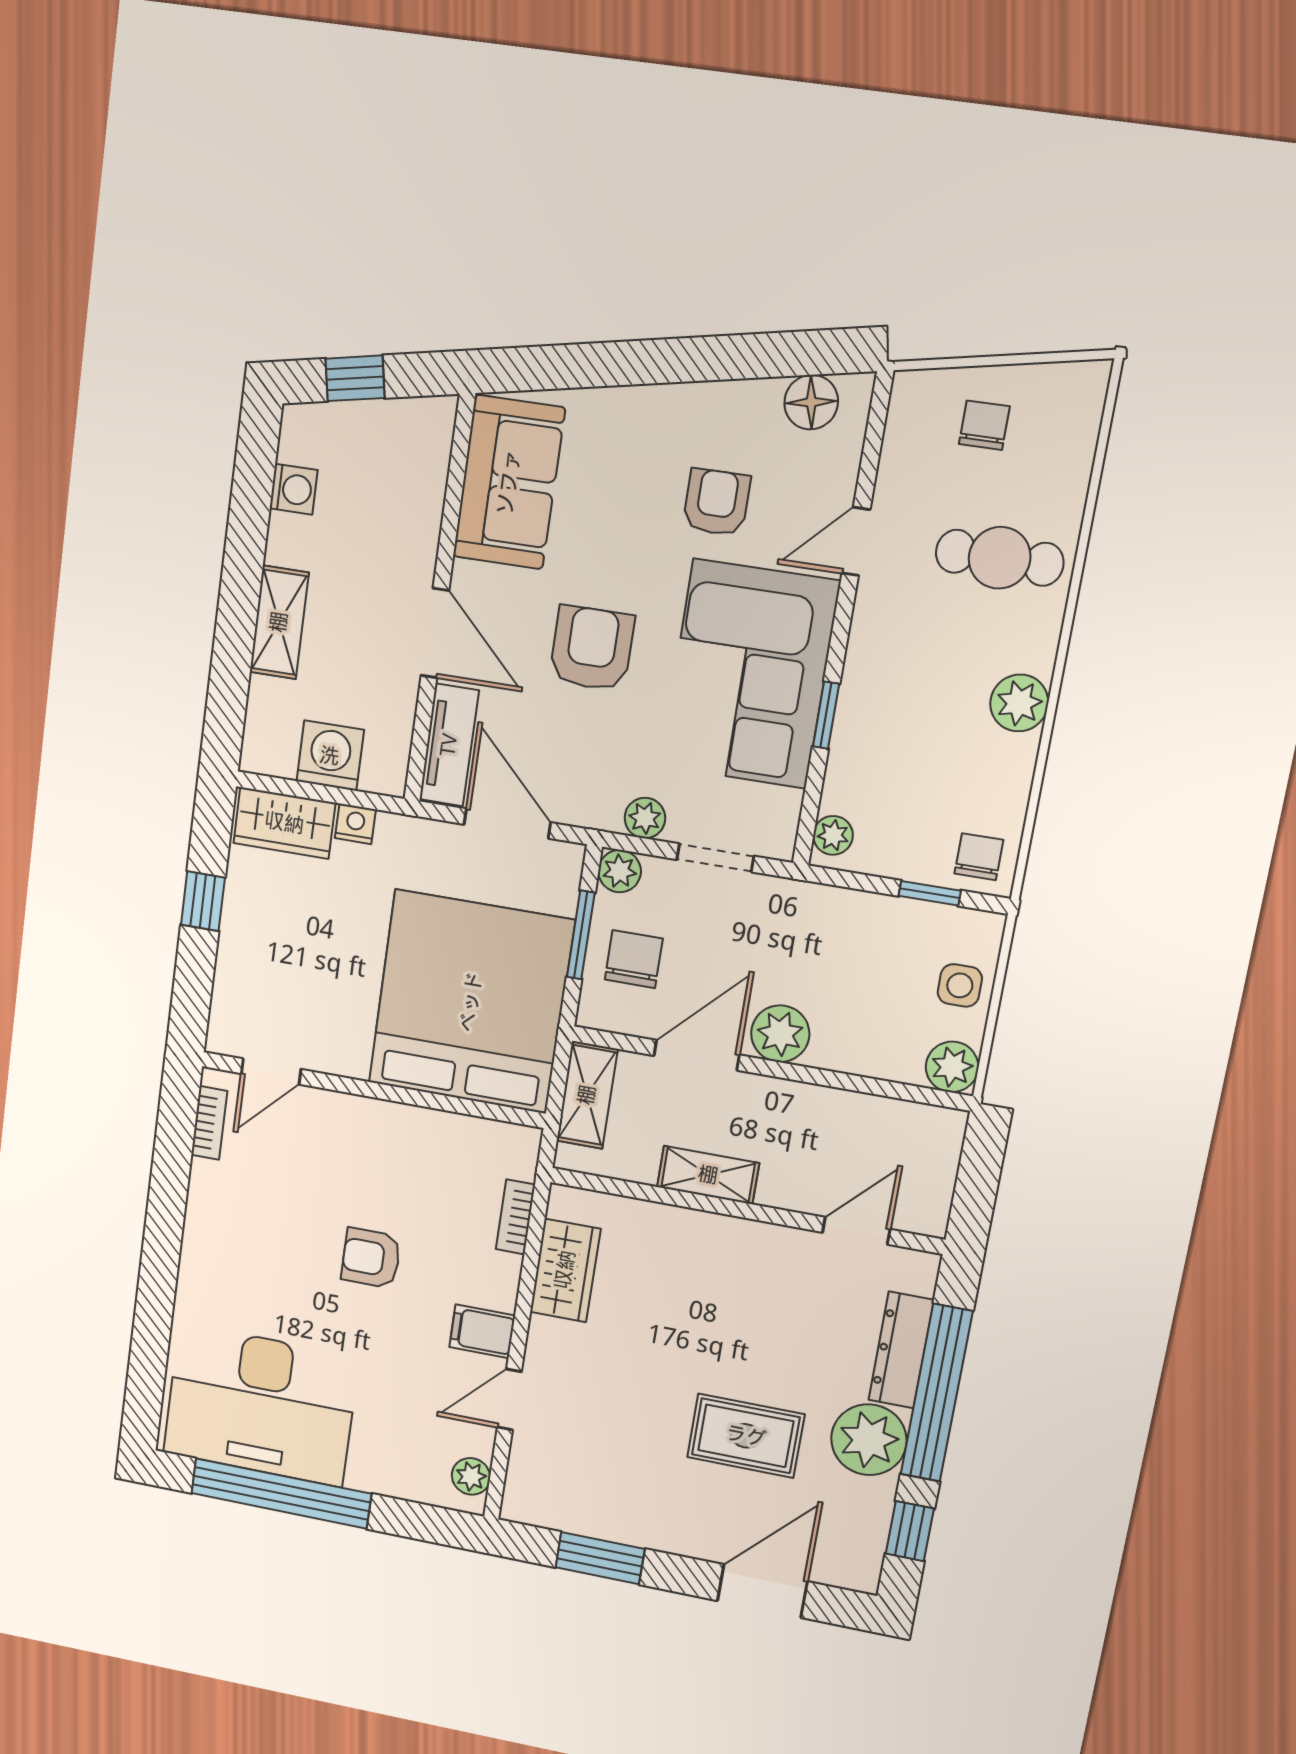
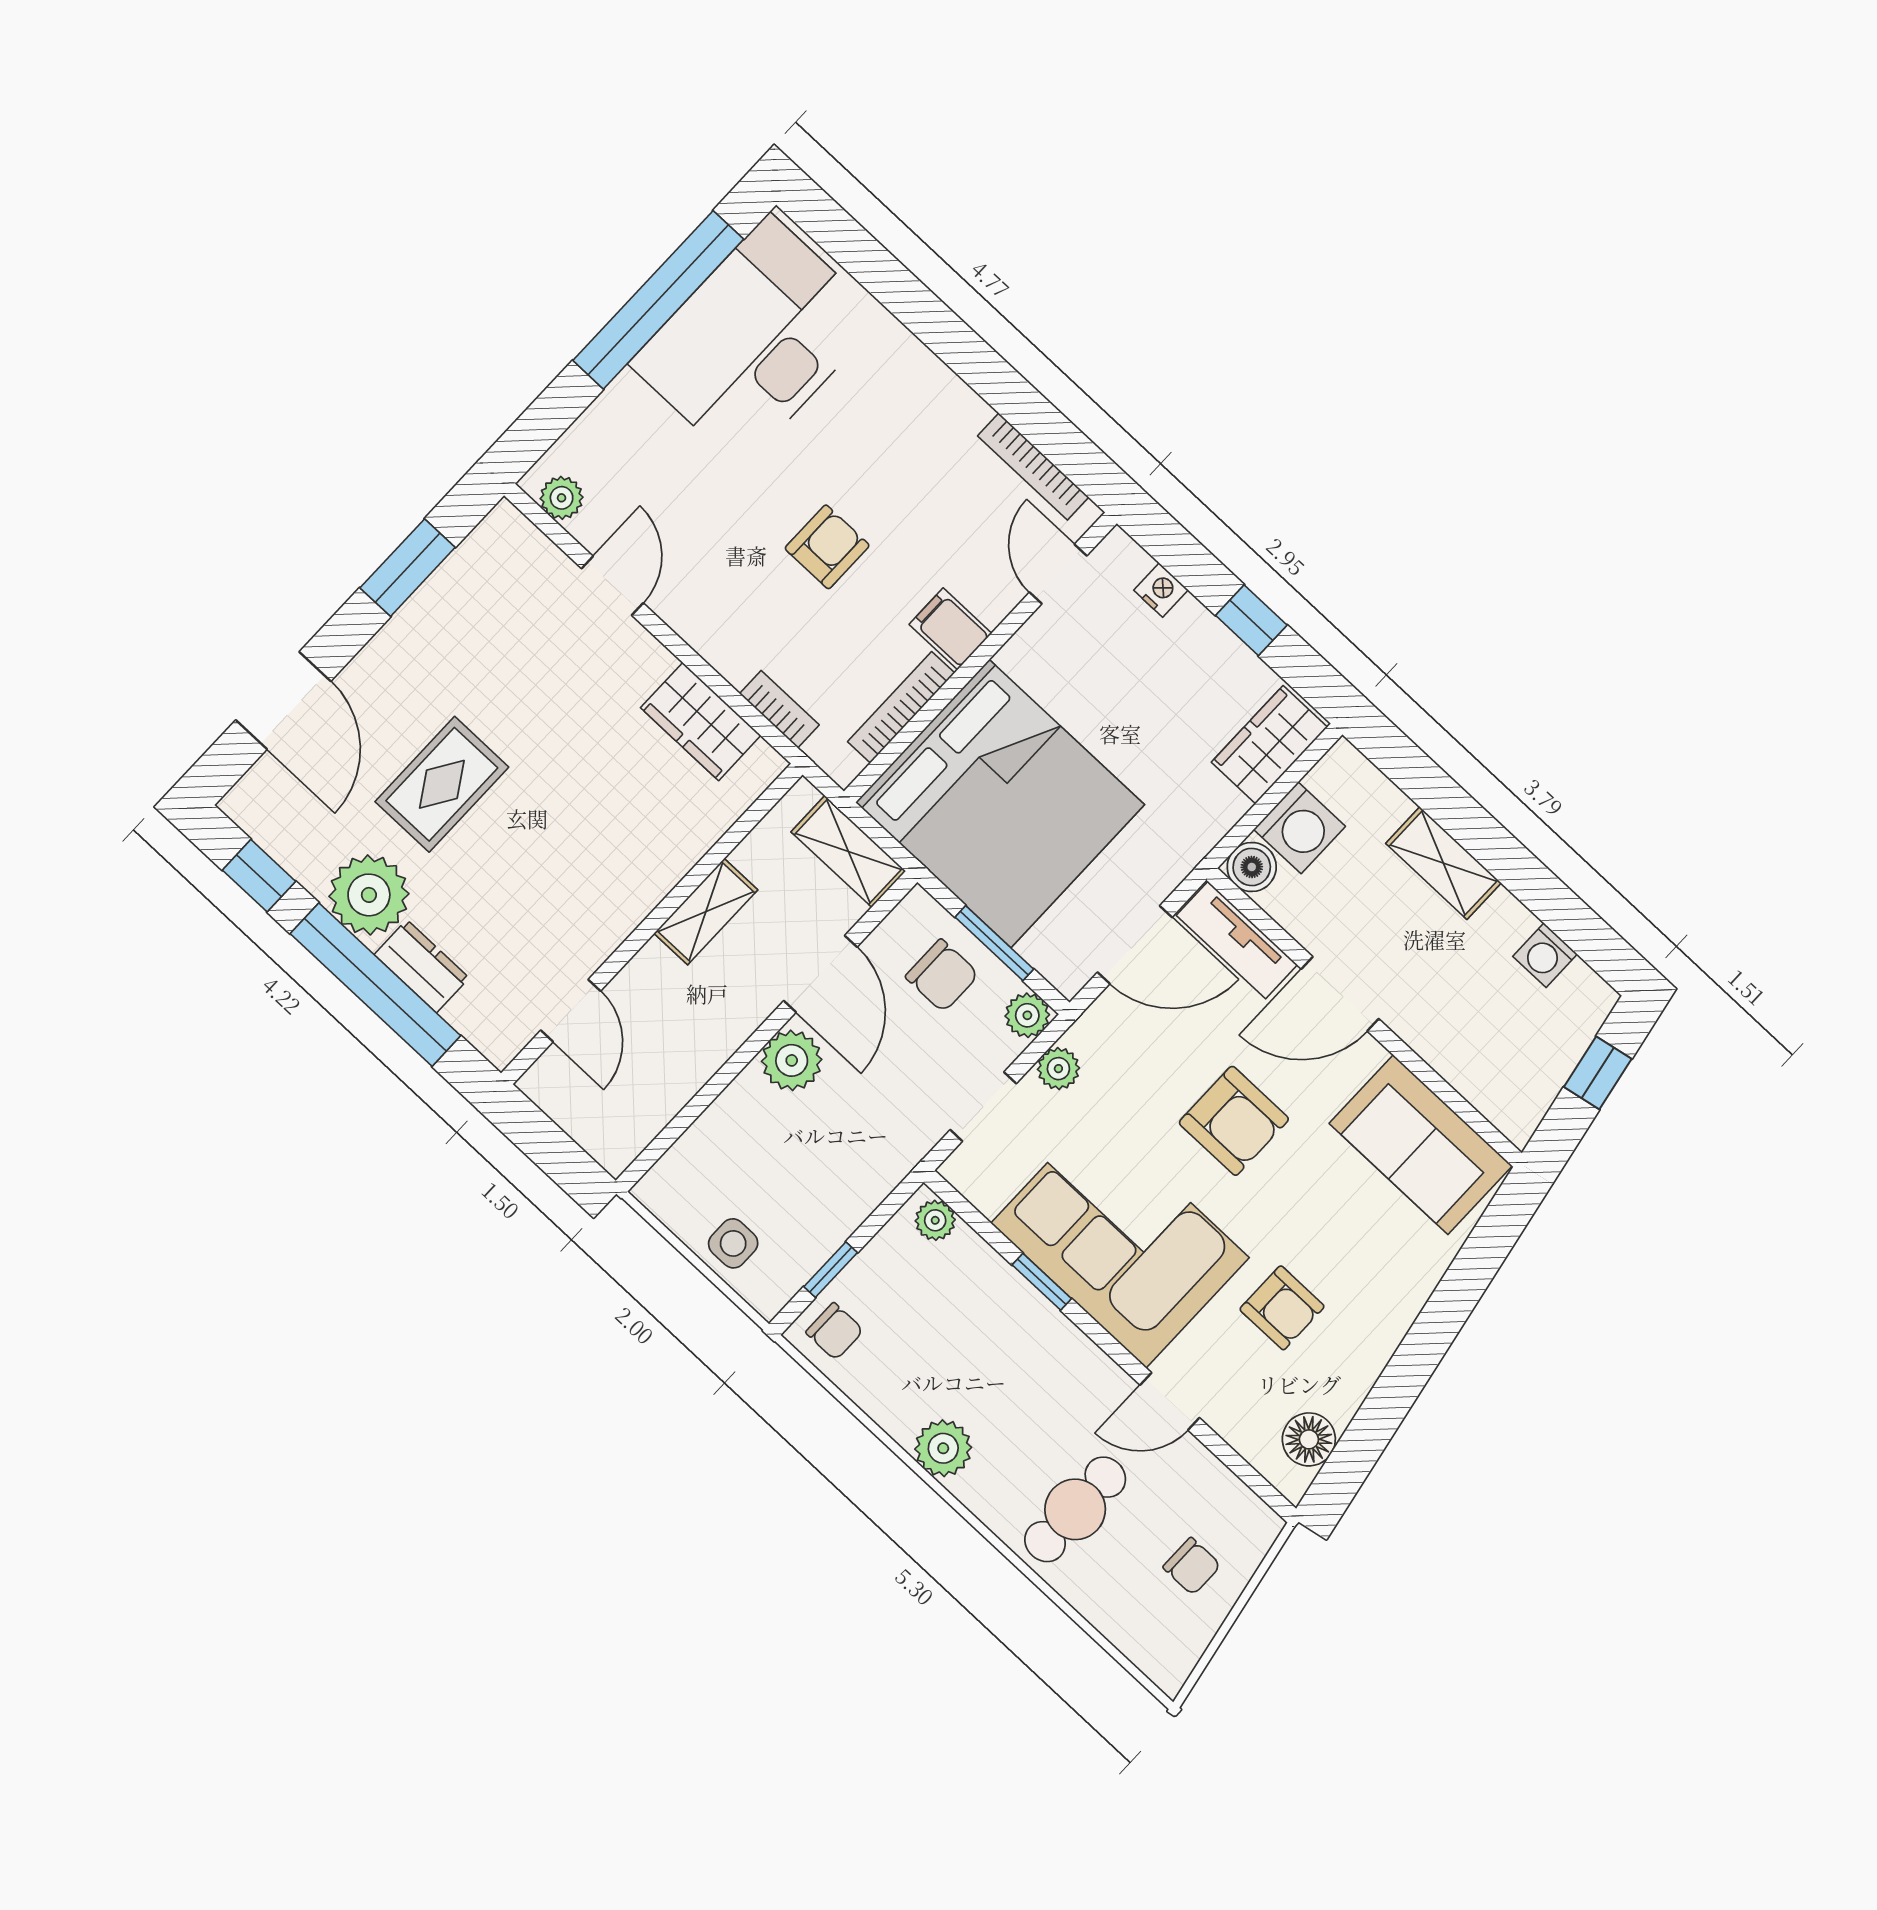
door: (856, 541) -> (1170, 1401), swing flipped
boiler: (385, 772) -> (1252, 867), added
nightstand: (355, 824) -> (1161, 590), moved, turned -90
plant: (952, 1067) -> (665, 1190), removed
bookcase: (209, 1123) -> (1033, 466), width x1.56
bookcase: (451, 1126) -> (901, 707), added
filing cabinet: (482, 1331) -> (950, 629), moved, turned -90
dresser: (901, 1350) -> (422, 966), width x0.70

